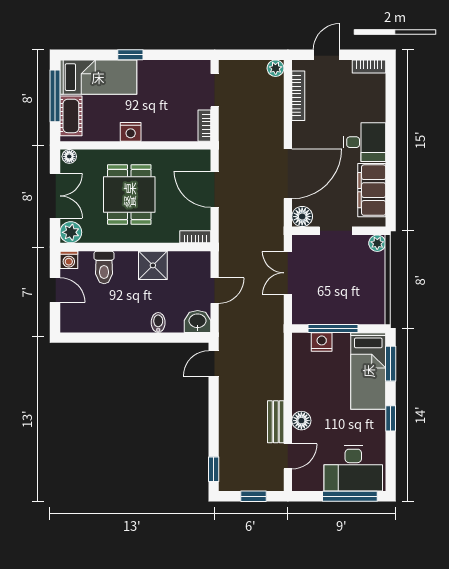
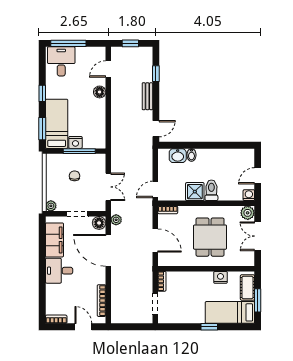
door: (327, 55) -> (83, 327), swing flipped
plant: (276, 68) -> (116, 220), moved
window: (55, 96) -> (258, 300), width x0.69
nightstand: (131, 132) -> (220, 277), moved
floor lamp: (69, 156) -> (249, 262), removed
door: (288, 174) -> (108, 250), hinge flipped
toilet: (104, 267) -> (211, 190), moved
door: (55, 290) -> (258, 176), hinge flipped
chair: (340, 290) -> (75, 176), added
door: (215, 291) -> (155, 189), moved
washbasin: (198, 321) -> (178, 156), moved
nightstand: (322, 342) -> (75, 142), moved
bench: (276, 422) -> (147, 96), moved
desk: (353, 468) -> (61, 61), width x0.73
window: (214, 469) -> (156, 74), moved

